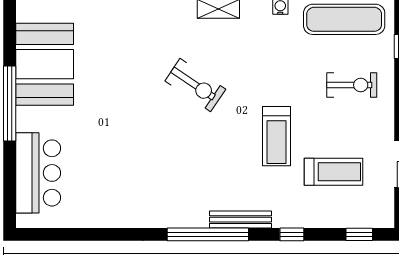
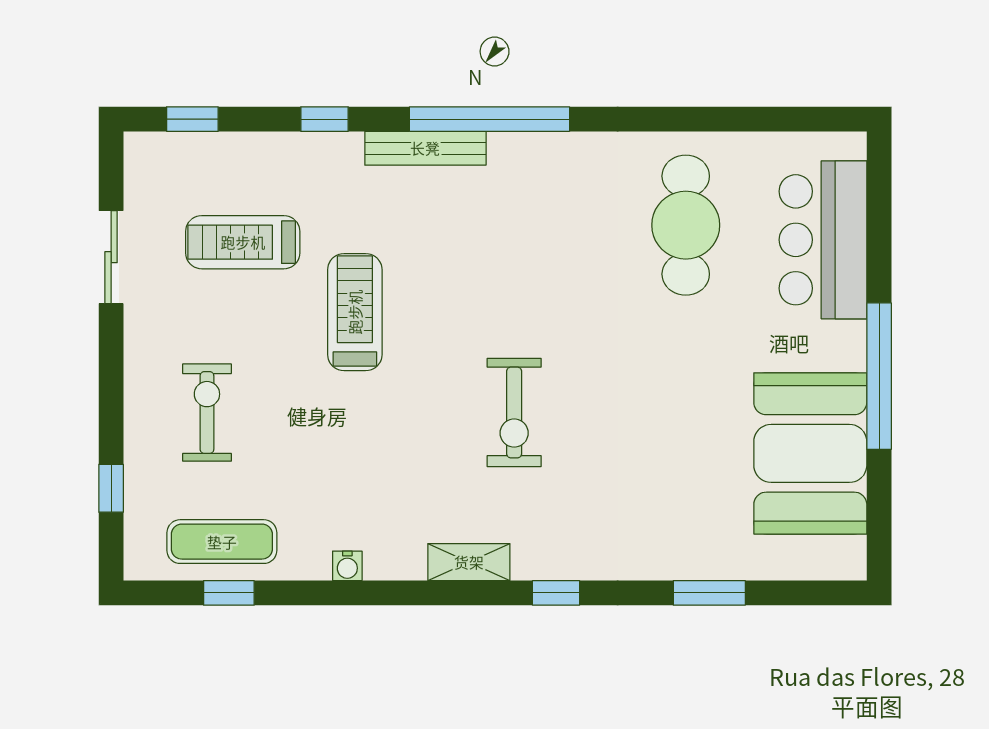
exercise mat: (344, 19) -> (222, 542), width x0.73, depth x0.69
exercise bike: (195, 85) -> (514, 412), turned -124
exercise bike: (352, 85) -> (207, 413), turned 90
cafe table: (108, 180) -> (686, 225), added

